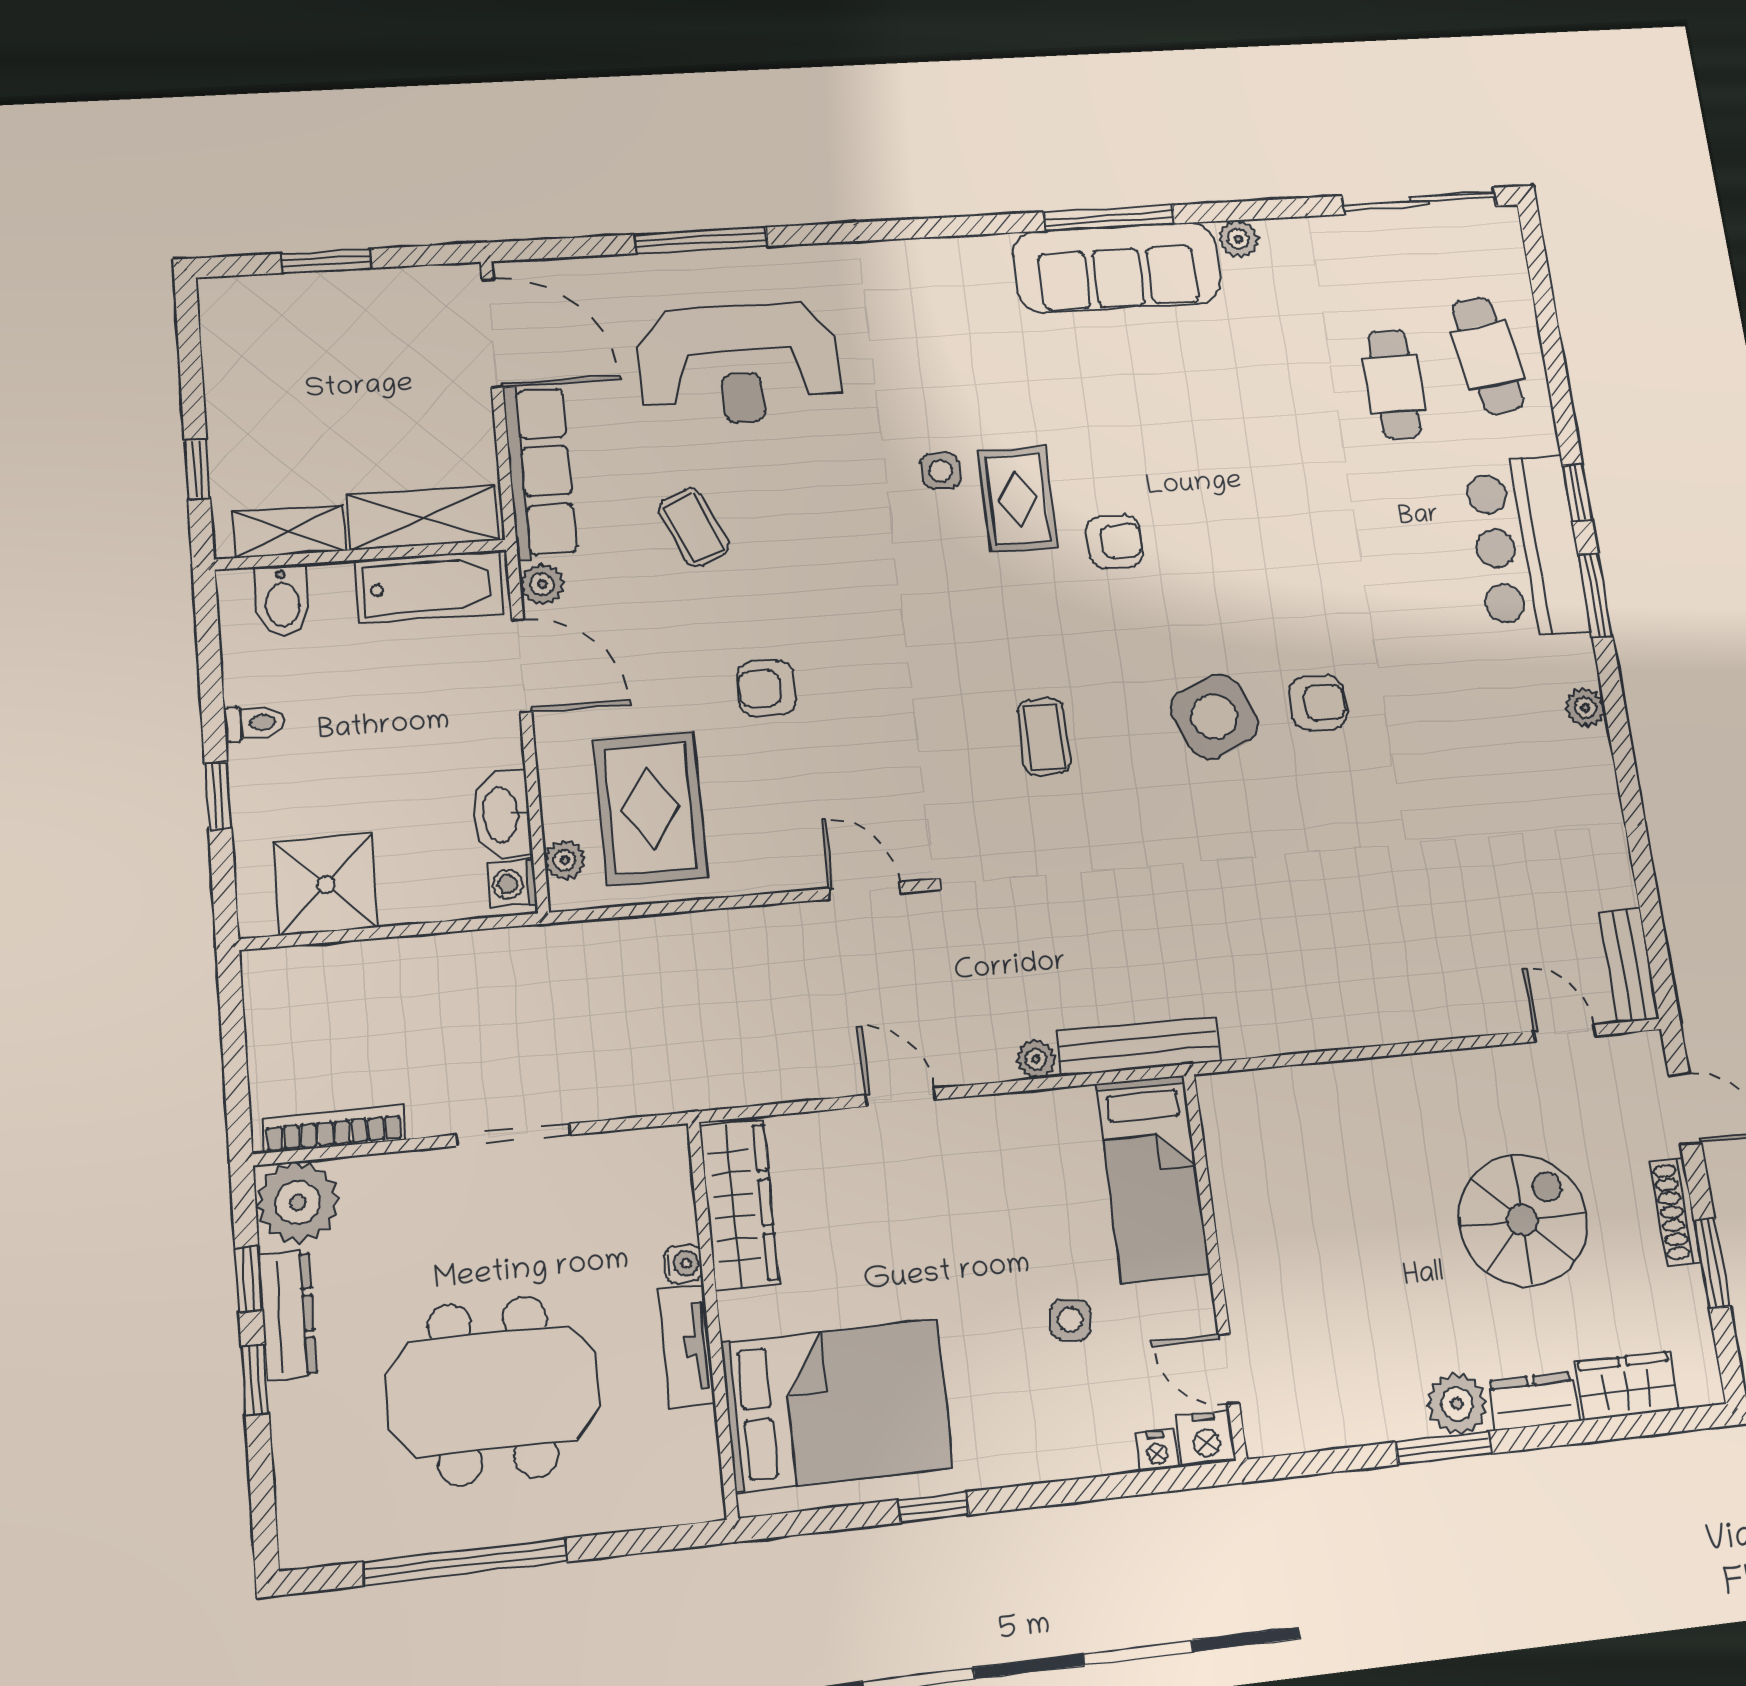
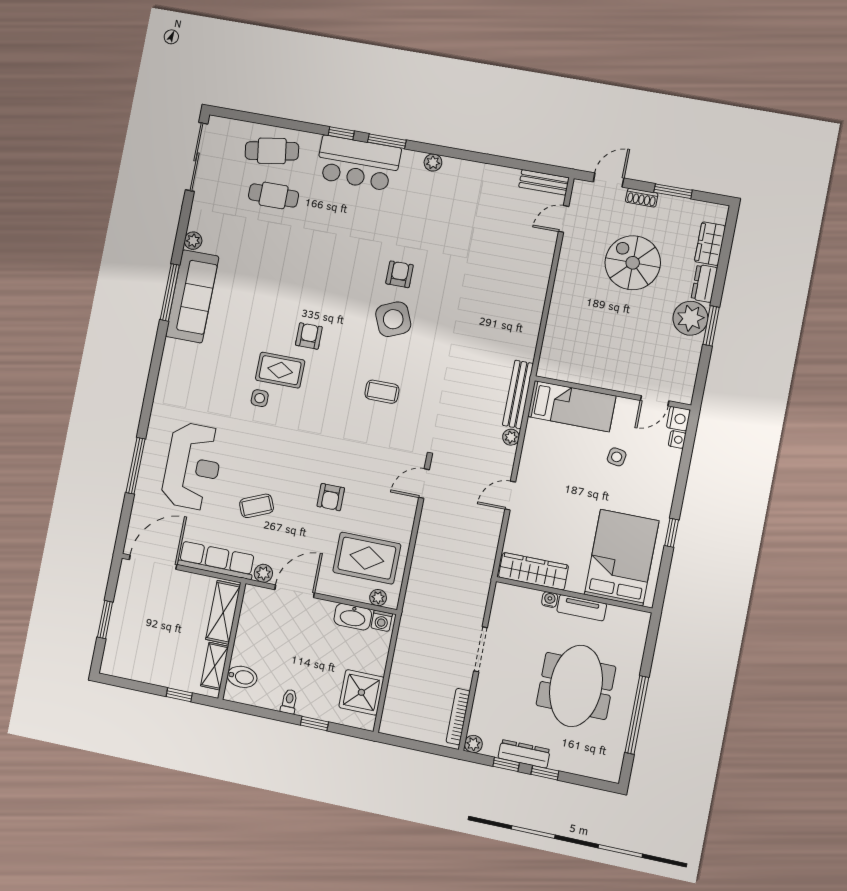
bathtub: (429, 587) -> (252, 618), removed
plant: (298, 1202) -> (473, 744), width x0.53, depth x0.53
shoe rack: (1676, 1212) -> (642, 198), width x0.70
plant: (1457, 1404) -> (690, 318), width x1.36, depth x1.36

